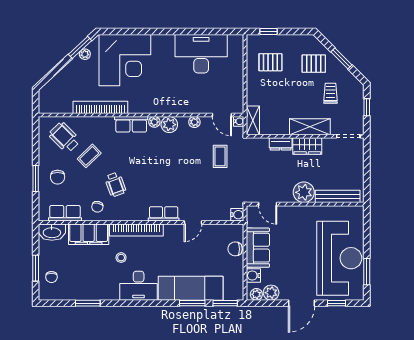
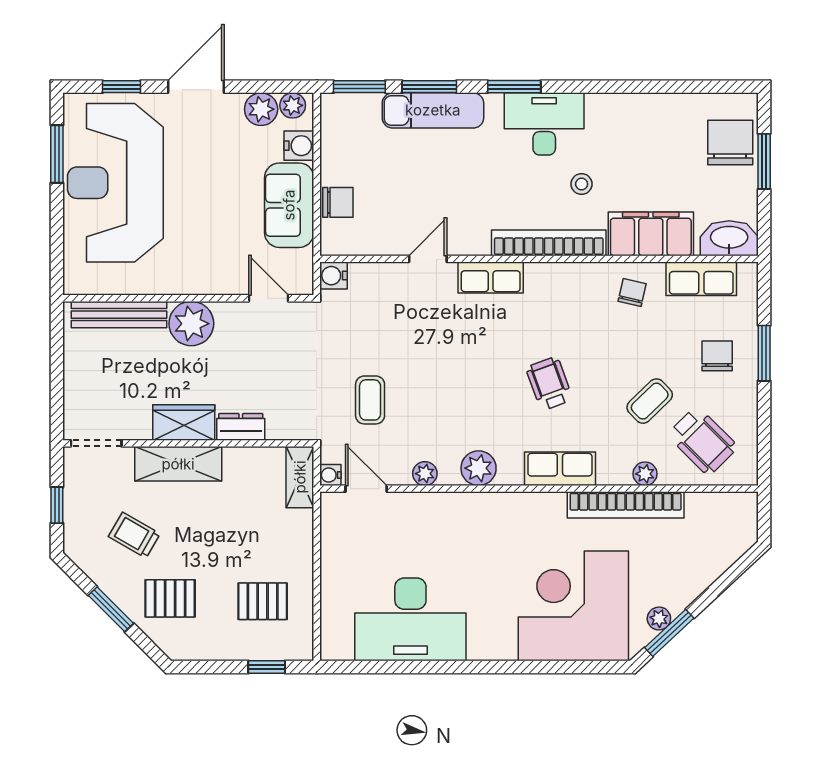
trolley: (330, 93) -> (134, 535), turned 120
plant: (154, 122) -> (645, 474), moved
wheelchair: (115, 184) -> (549, 384), moved
chair: (51, 277) -> (730, 143), width x1.87, depth x1.87
exam couch: (191, 288) -> (433, 110), width x0.73, depth x0.69
window: (88, 303) -> (514, 87), moved

